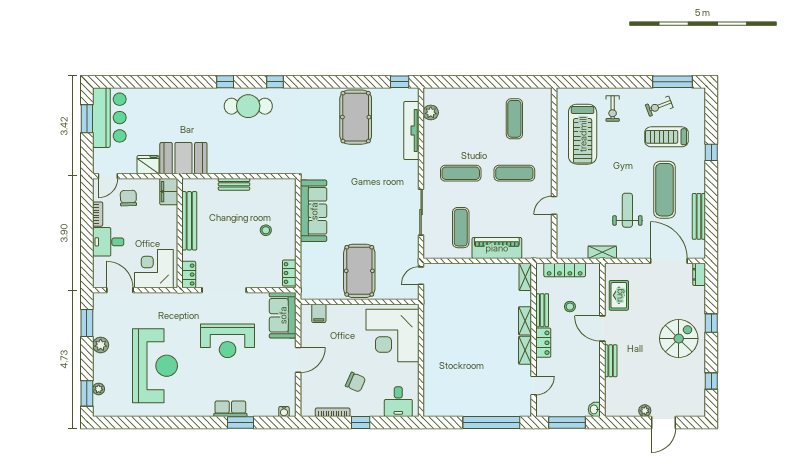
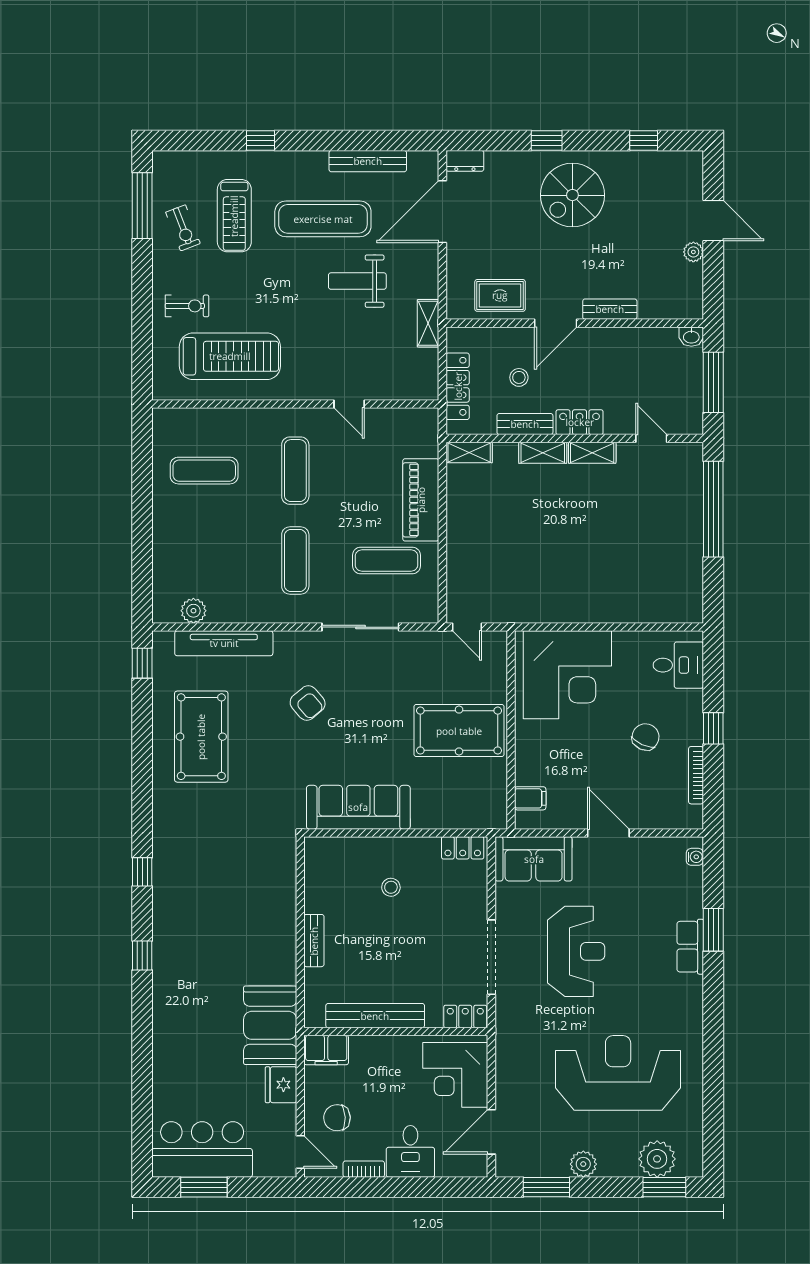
cafe table: (248, 106) -> (183, 917), removed
pool table: (356, 117) -> (201, 737), turned 90
armchair: (376, 181) -> (308, 703), added
spiral stairs: (679, 339) -> (572, 195), turned -90
plant: (99, 389) -> (657, 1159), width x1.87, depth x1.87

